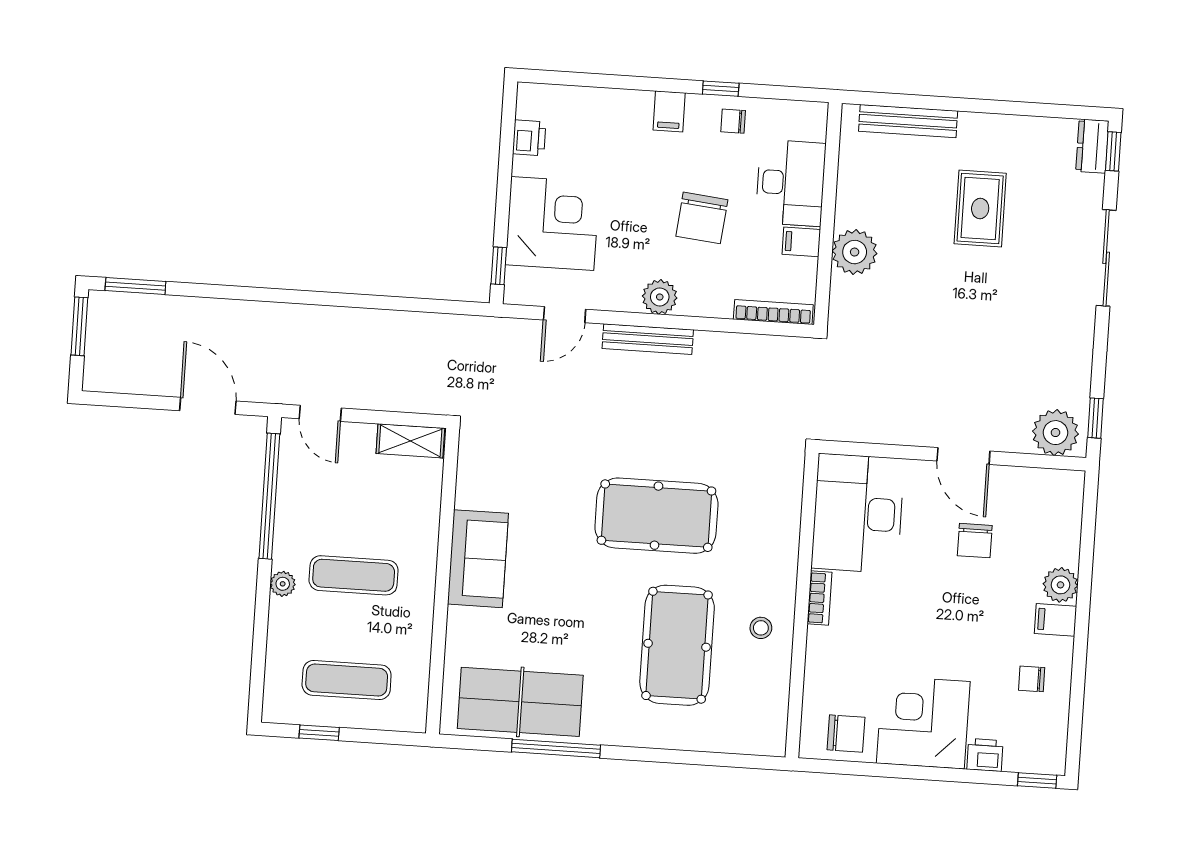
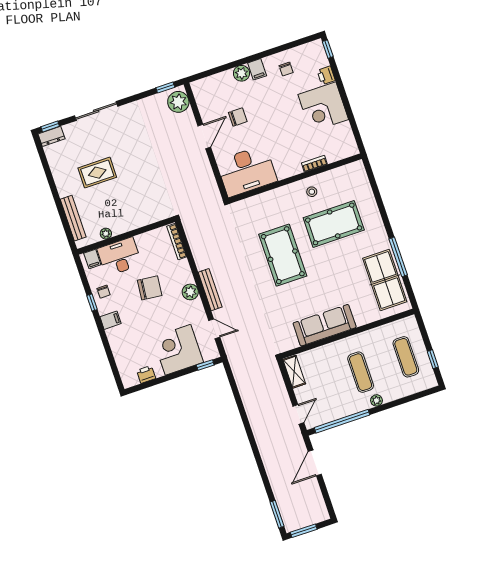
filing cabinet: (801, 242) -> (92, 259), moved
plant: (855, 252) -> (106, 234), moved, width x0.53, depth x0.53
sofa: (478, 559) -> (325, 325), width x1.36
bookcase: (820, 598) -> (314, 164), moved
chair: (846, 733) -> (341, 138), removed

